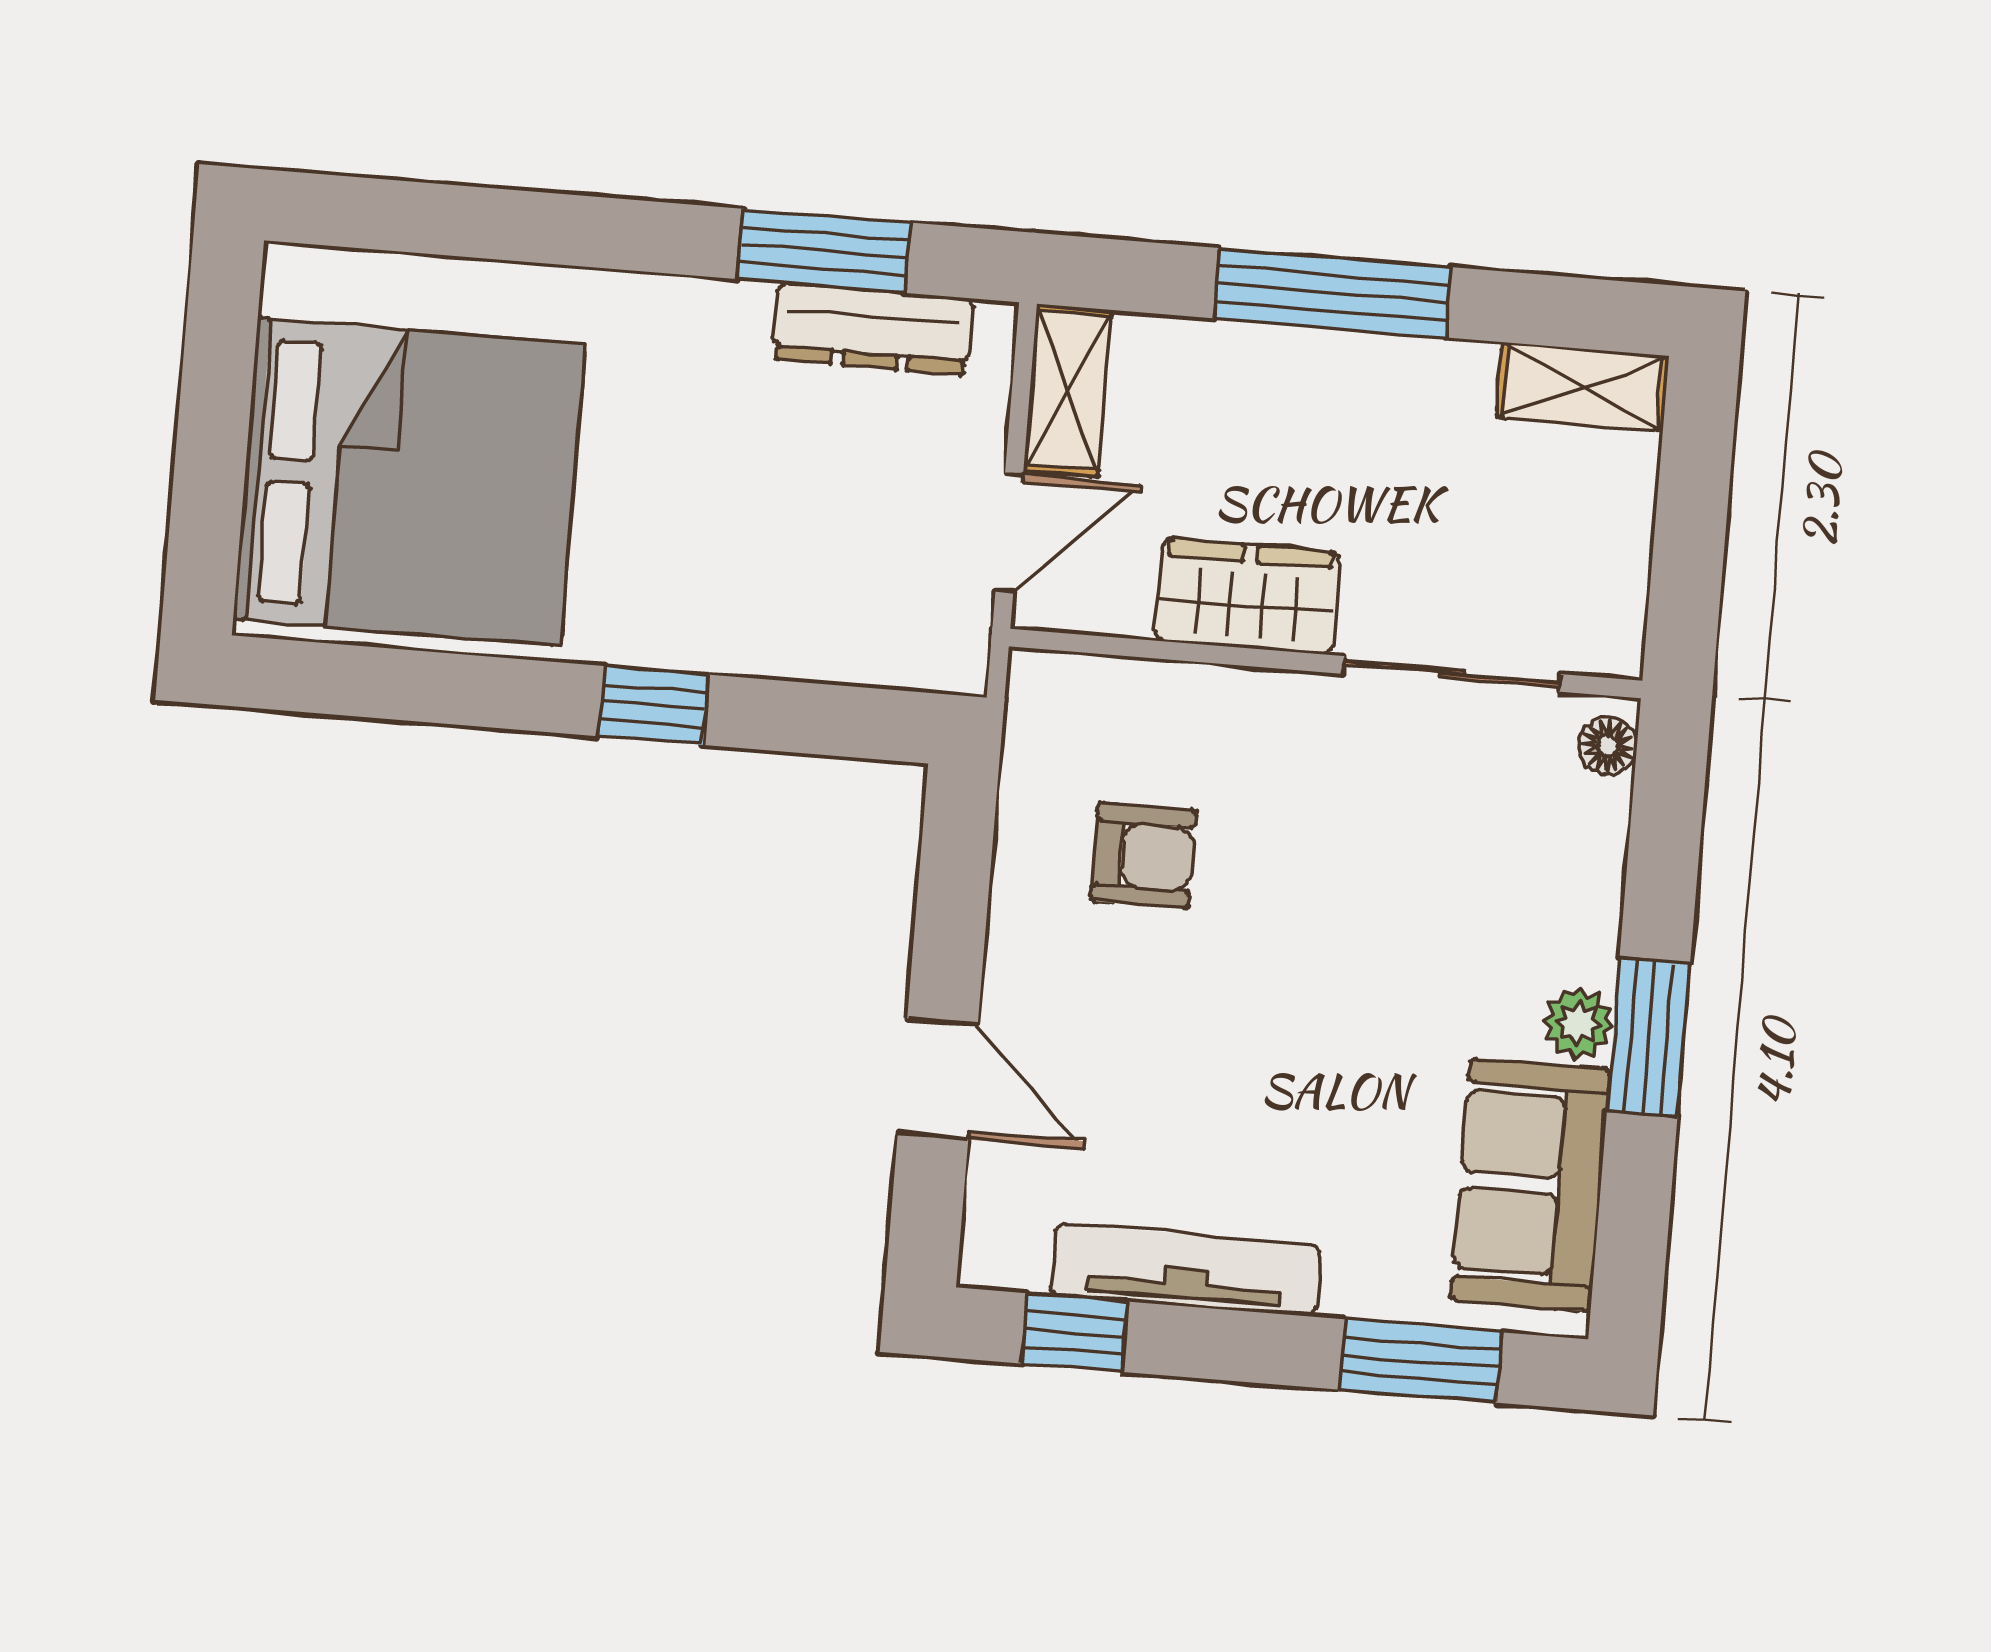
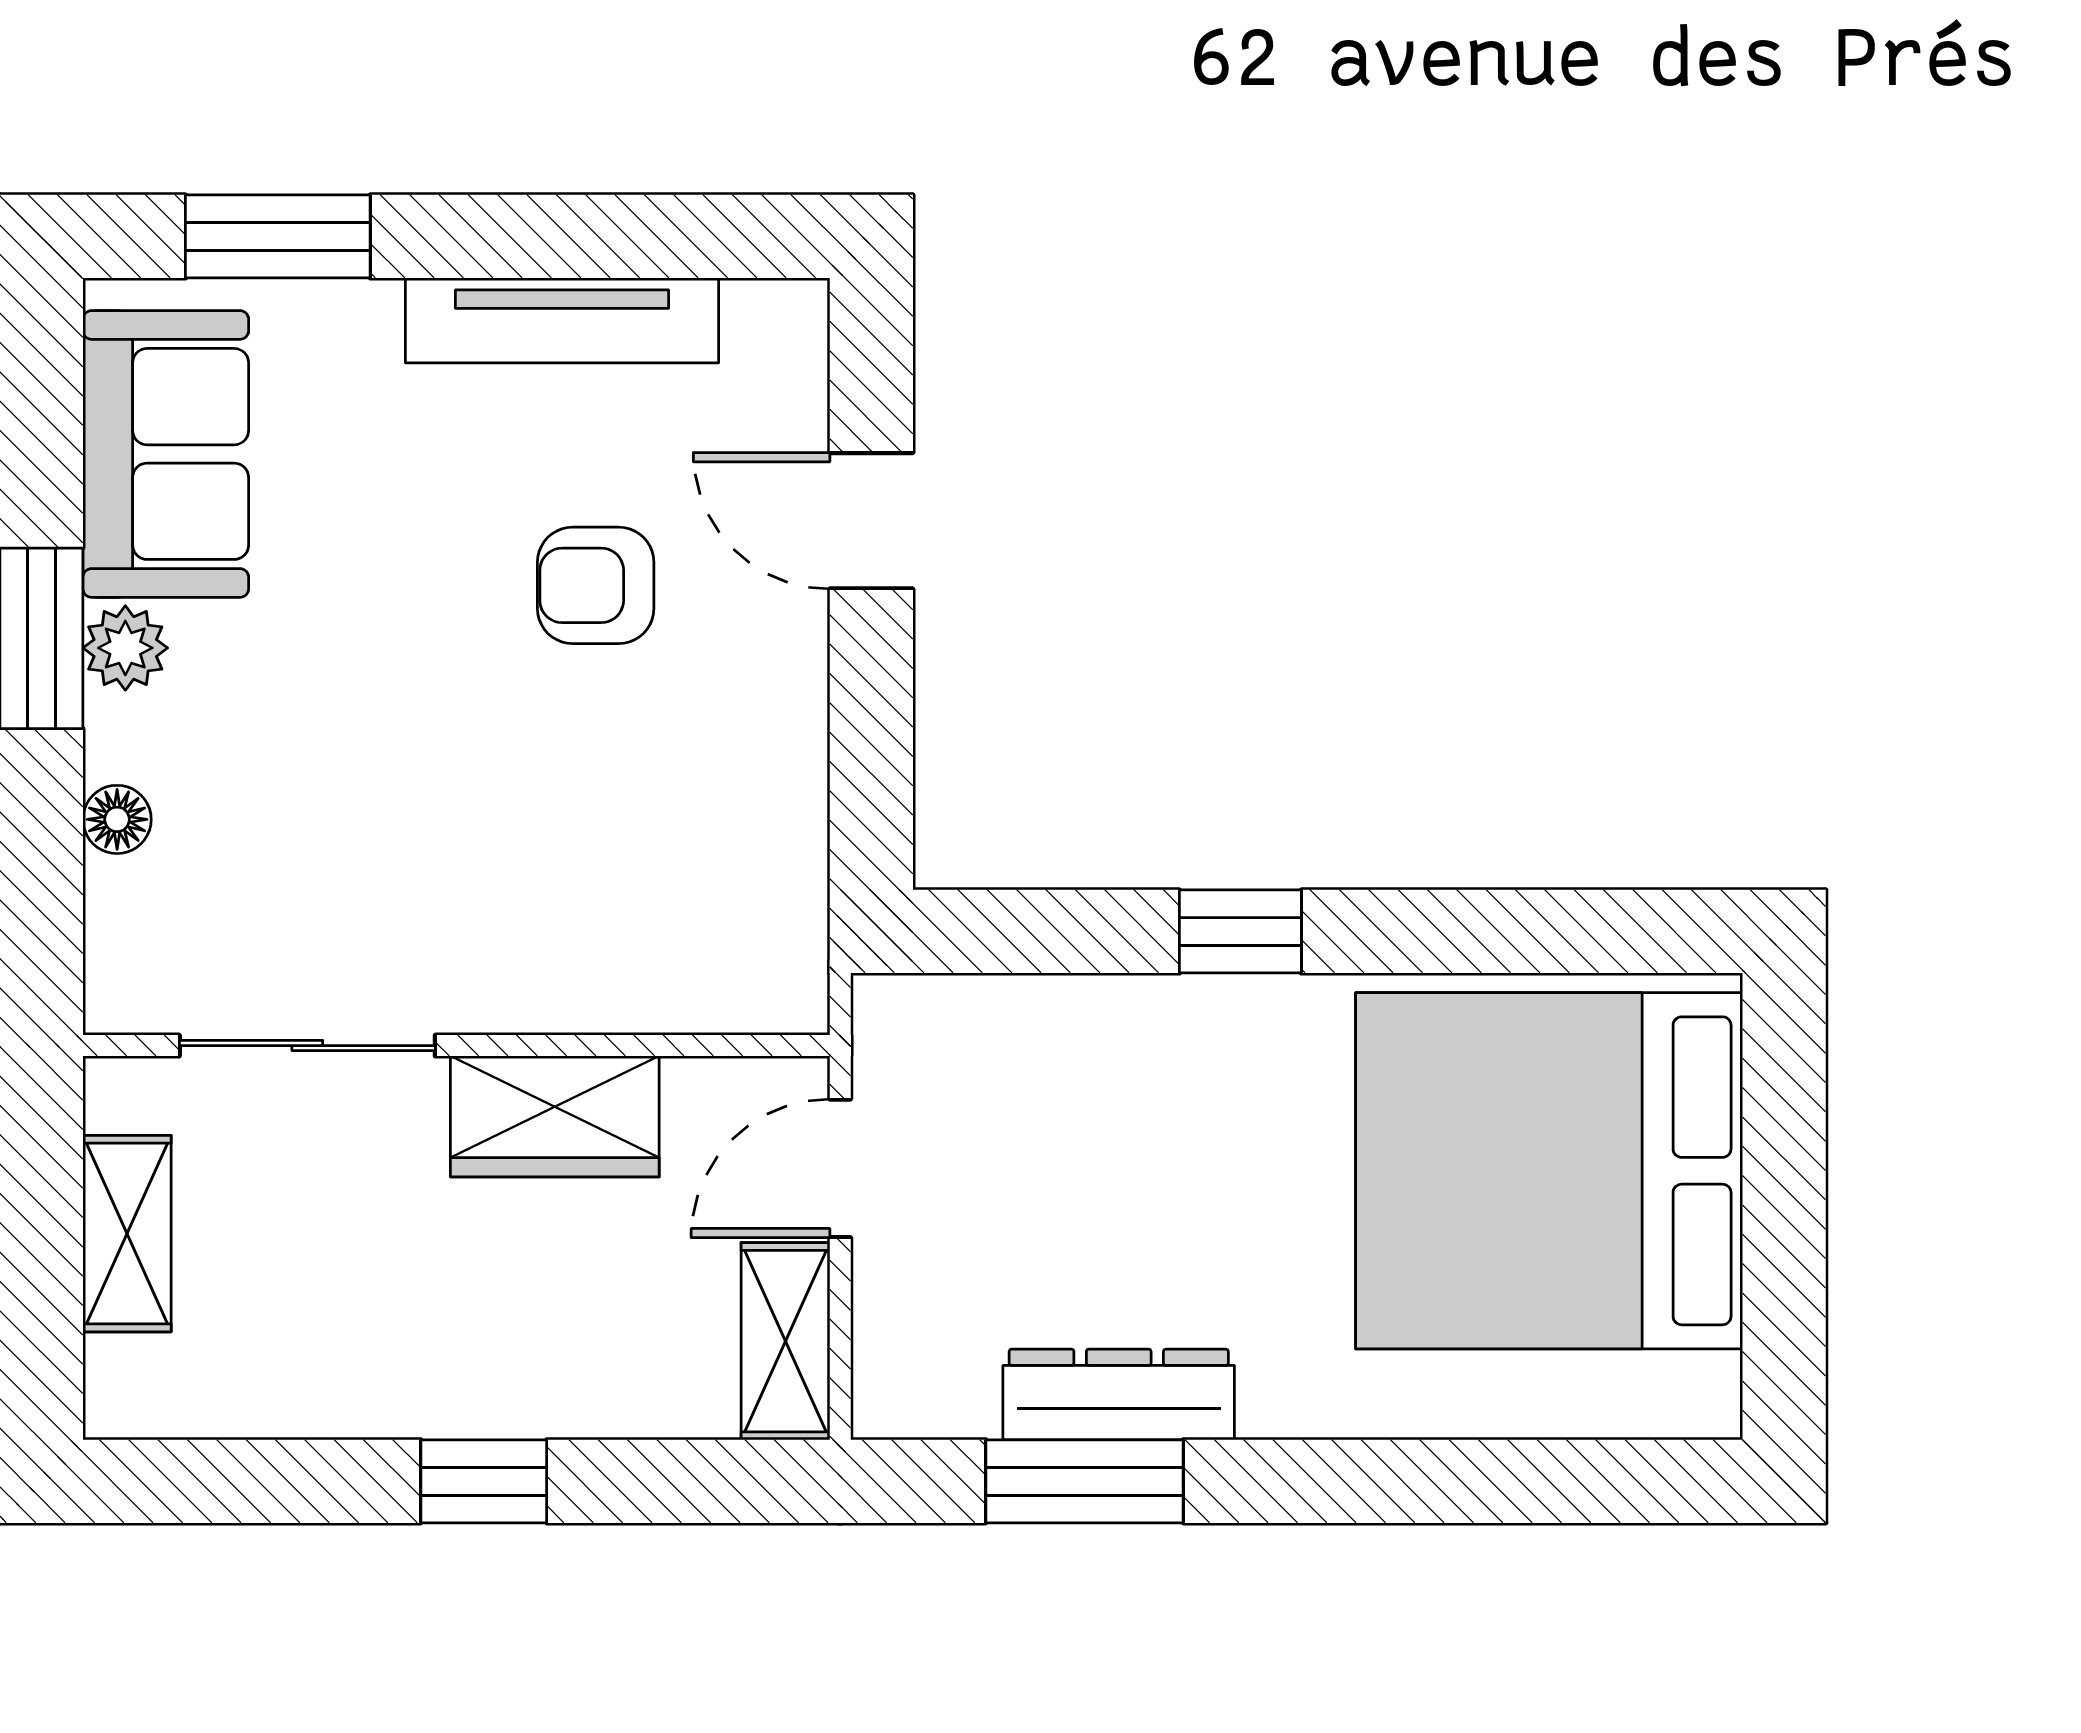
window: (1333, 293) -> (484, 1481), width x0.46
dresser: (872, 329) -> (1119, 1394), moved
shelving: (1583, 386) -> (127, 1234), moved, turned 90
floor lamp: (1608, 746) -> (117, 819), moved
armchair: (1143, 856) -> (596, 585), moved
window: (1075, 1333) -> (686, 236), removed

